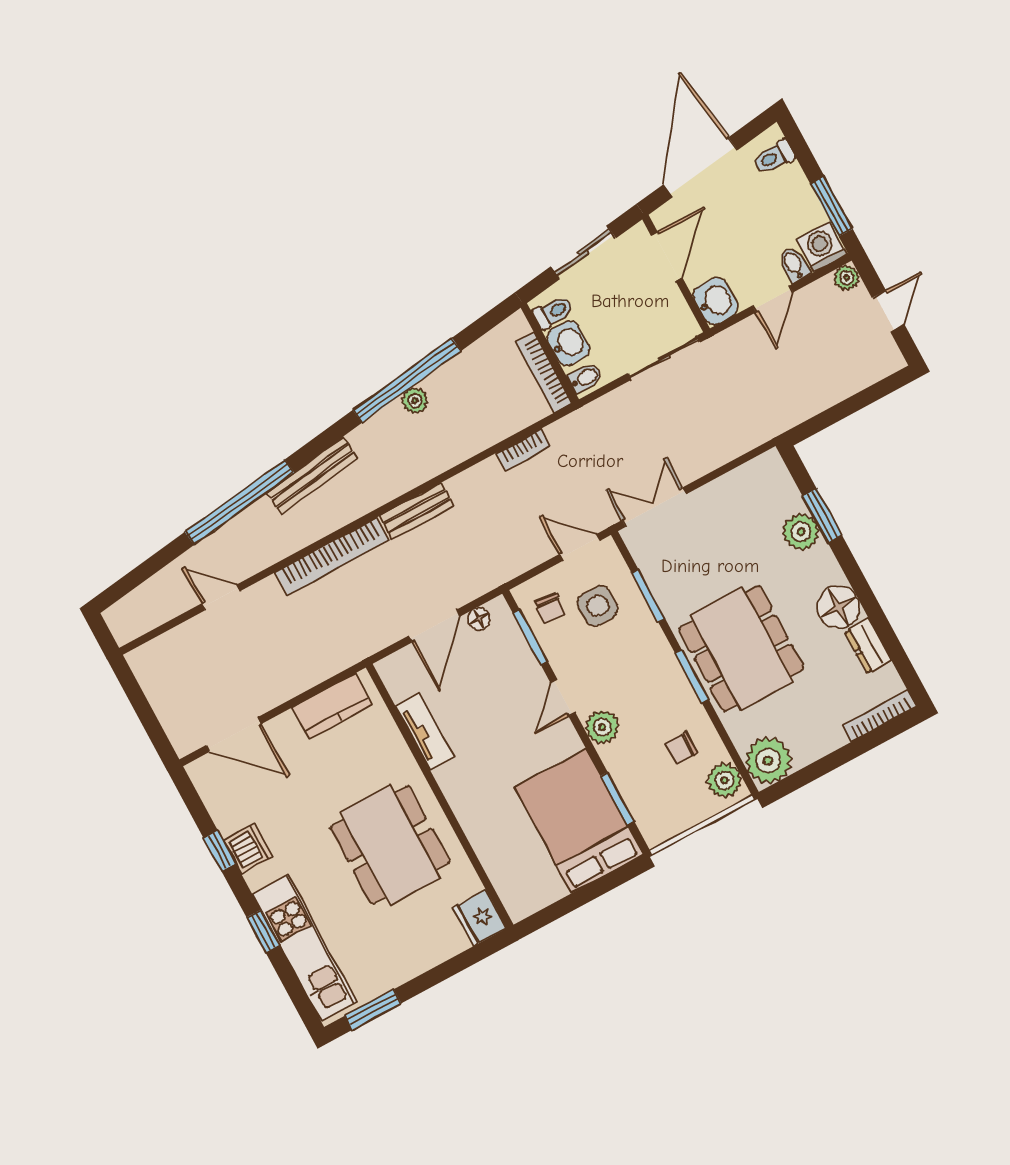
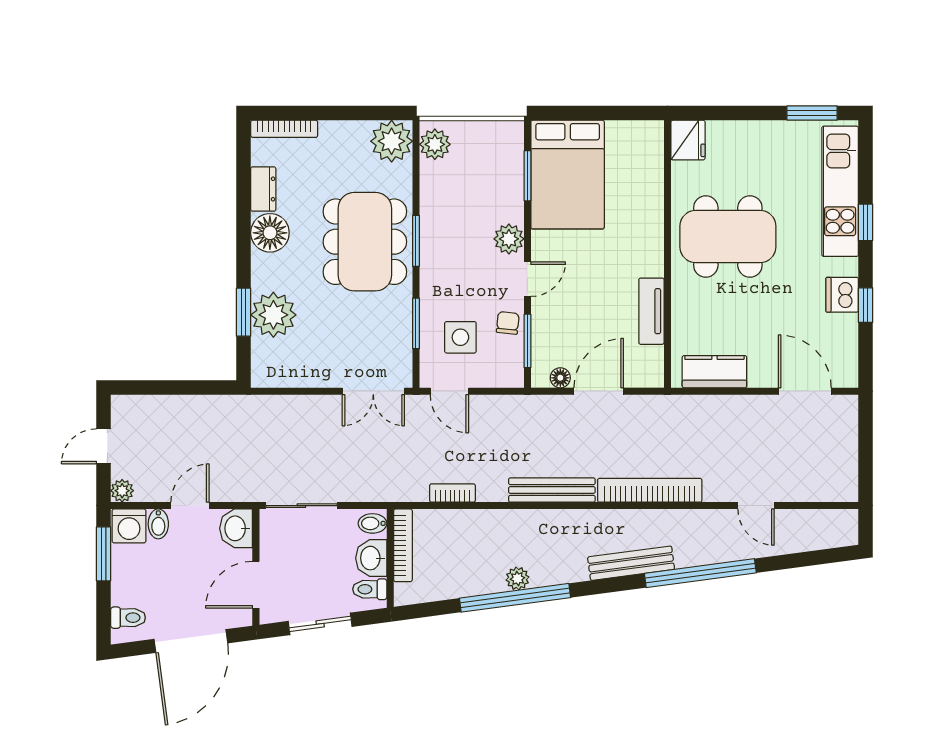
bench: (417, 511) -> (552, 490), width x1.36
plant: (801, 532) -> (273, 315), width x1.36, depth x1.36
chair: (550, 609) -> (508, 323), moved
chair: (682, 748) -> (455, 188), removed
dining table: (390, 845) -> (728, 236), turned 90

